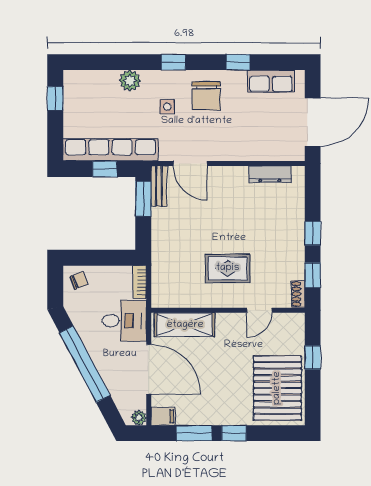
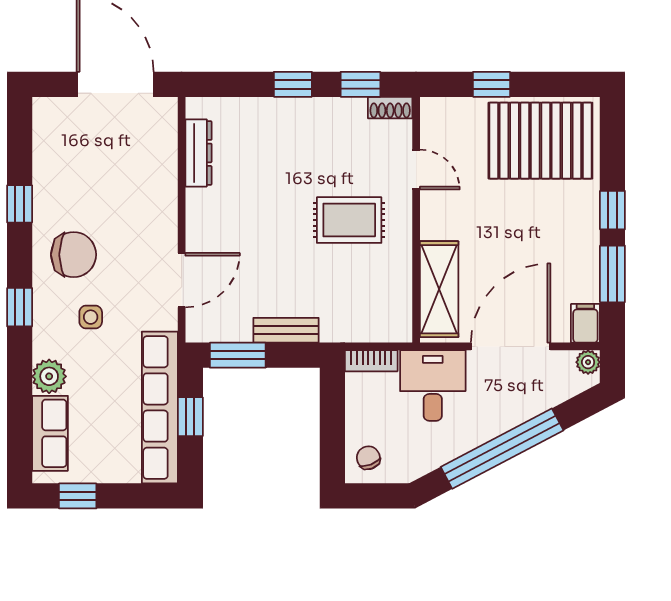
row of seats: (271, 81) -> (50, 433), moved
bench: (159, 186) -> (286, 330), moved
rug: (228, 268) -> (349, 220), turned 90

